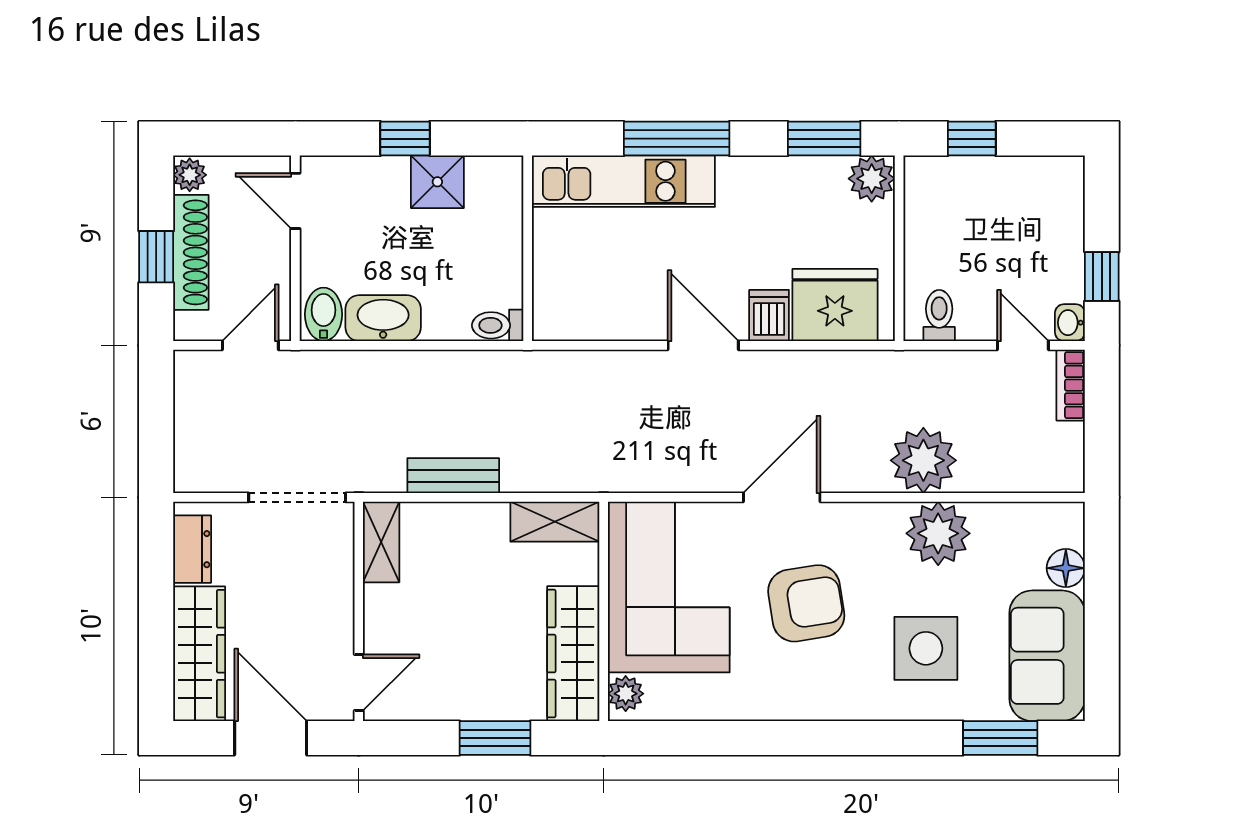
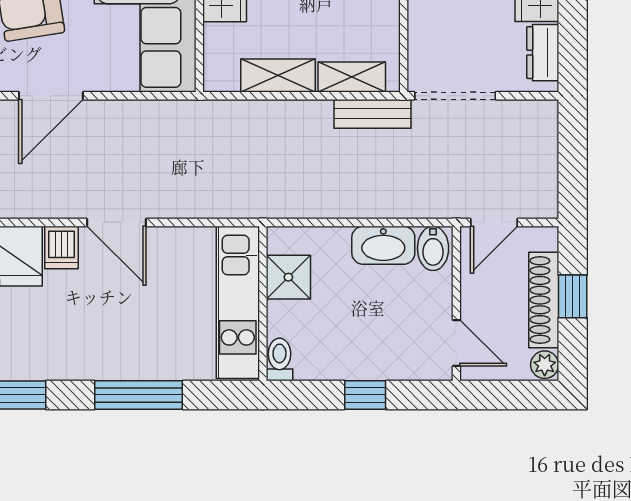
kitchen unit: (623, 181) -> (238, 302), moved, turned -90
shower: (437, 182) -> (288, 277), moved
toilet: (498, 325) -> (279, 359), moved, turned -90
bench: (453, 476) -> (373, 114), moved
shelving: (555, 522) -> (278, 76), moved
shelving: (381, 542) -> (352, 77), moved, turned 90

